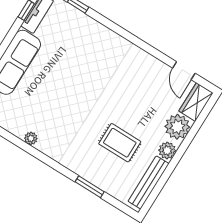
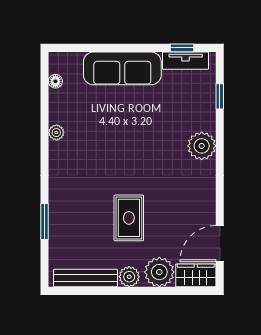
plant: (106, 40) -> (202, 146), added
door: (184, 71) -> (220, 244), width x1.38
rug: (120, 143) -> (129, 218), moved

